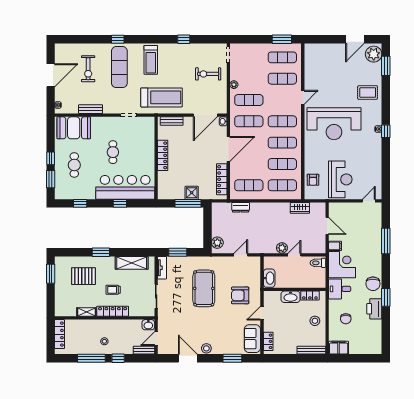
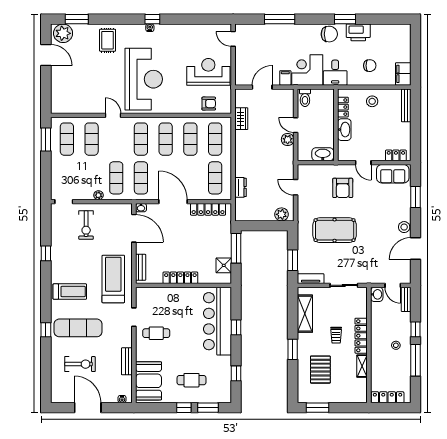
cafe table: (113, 152) -> (156, 333), moved
shower: (192, 193) -> (224, 265), moved

